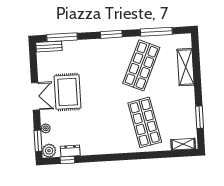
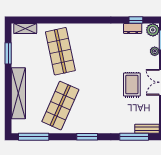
window: (156, 32) -> (34, 137), moved
shelving: (186, 67) -> (18, 93), width x1.47
rug: (68, 92) -> (132, 85), width x0.73, depth x0.70

